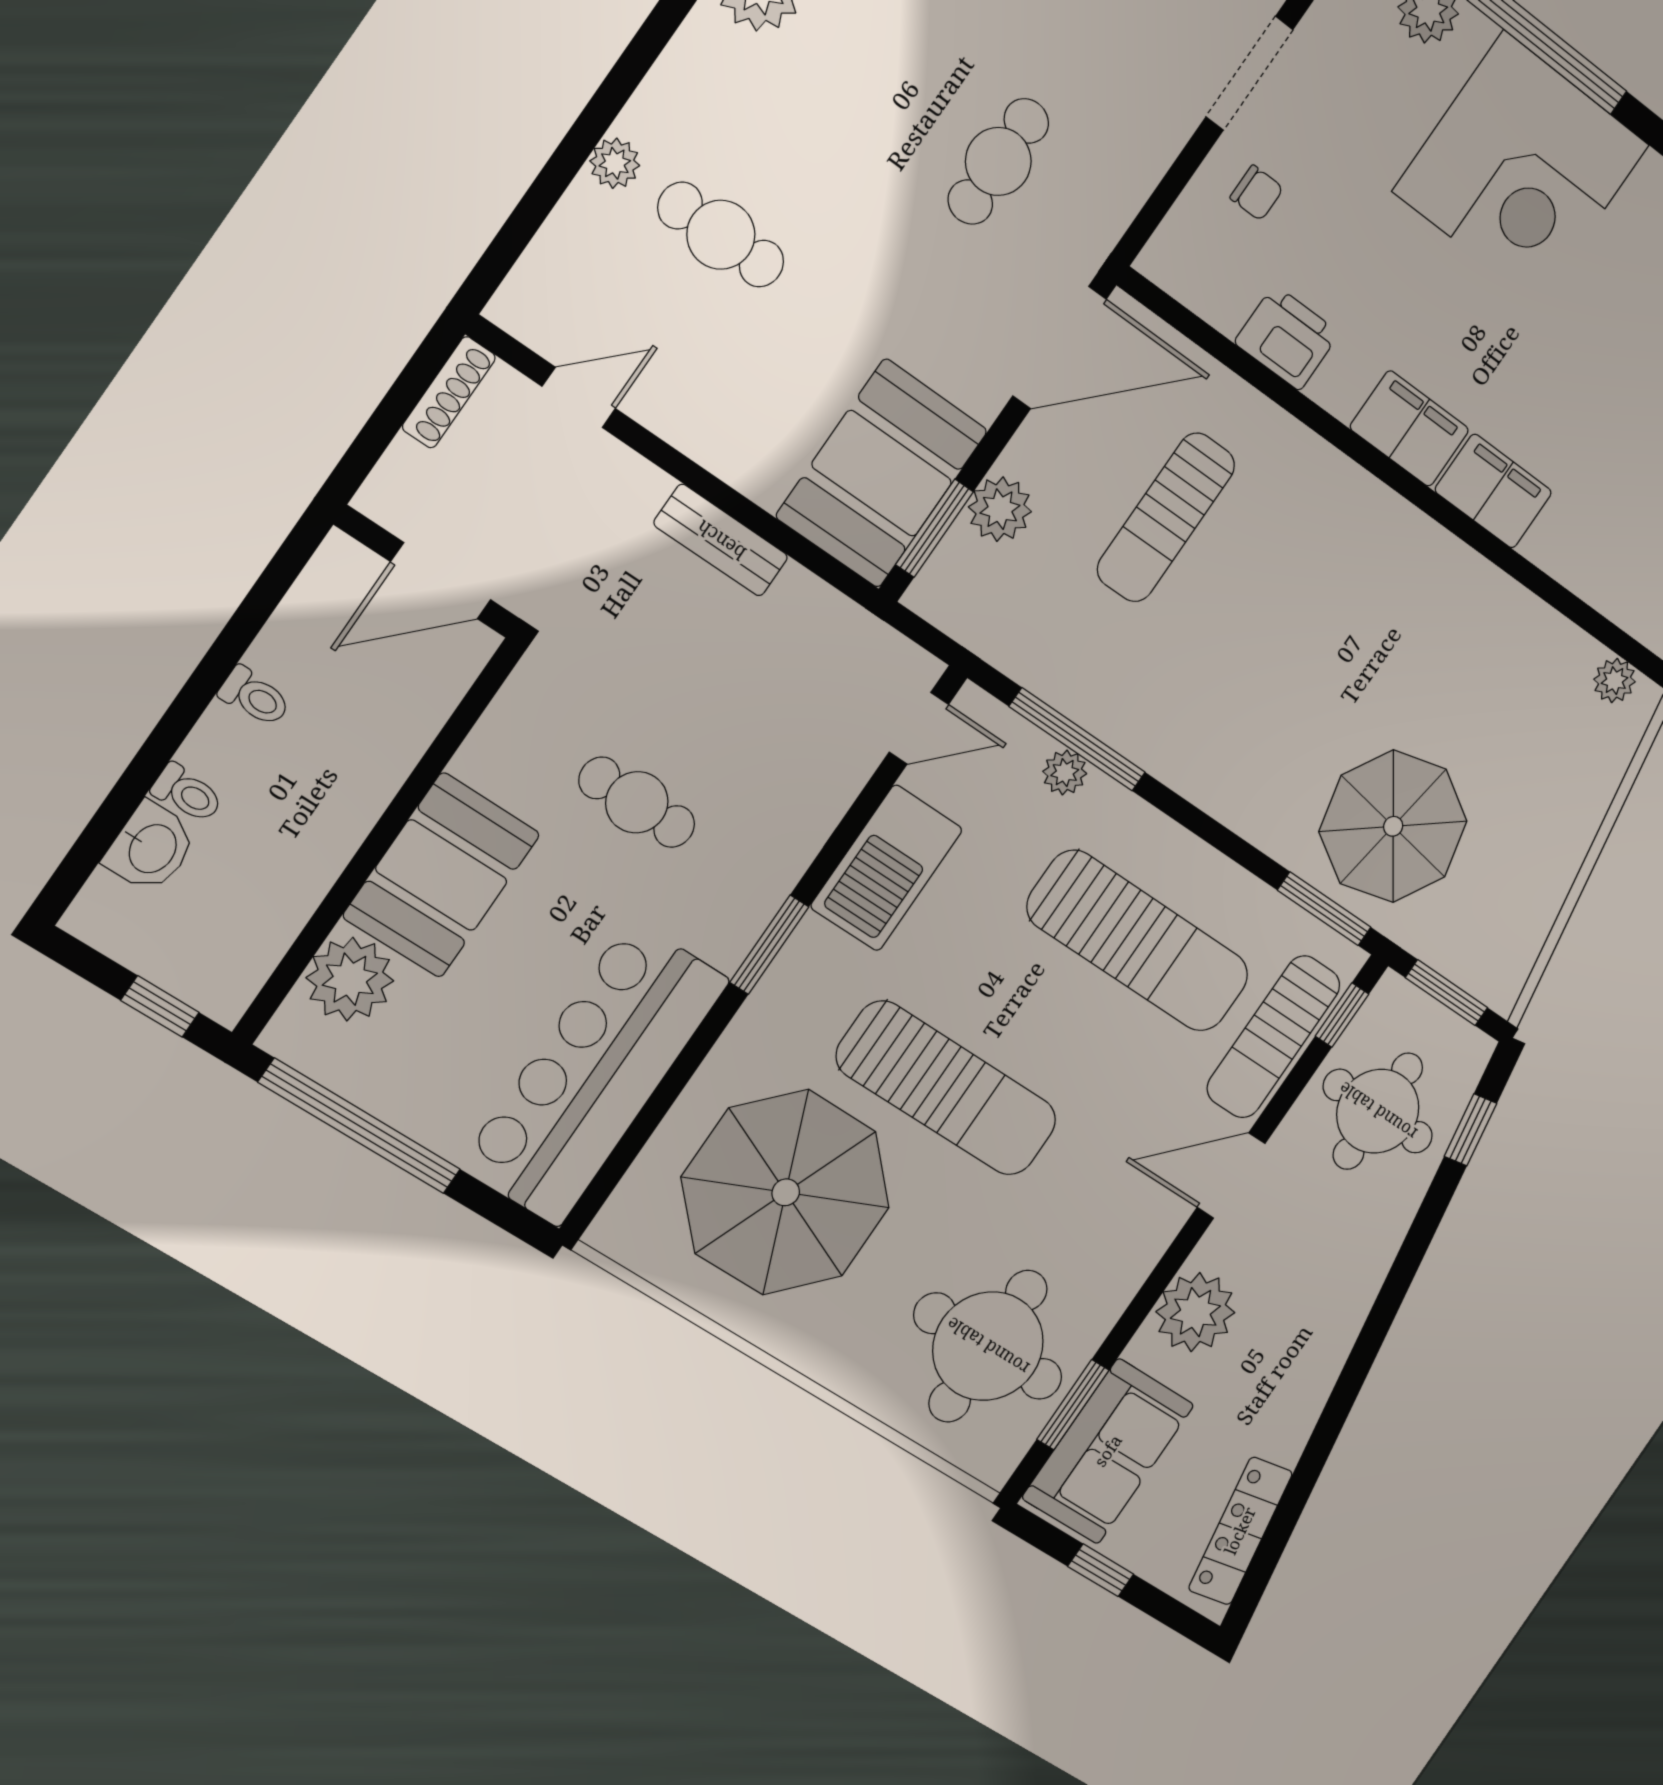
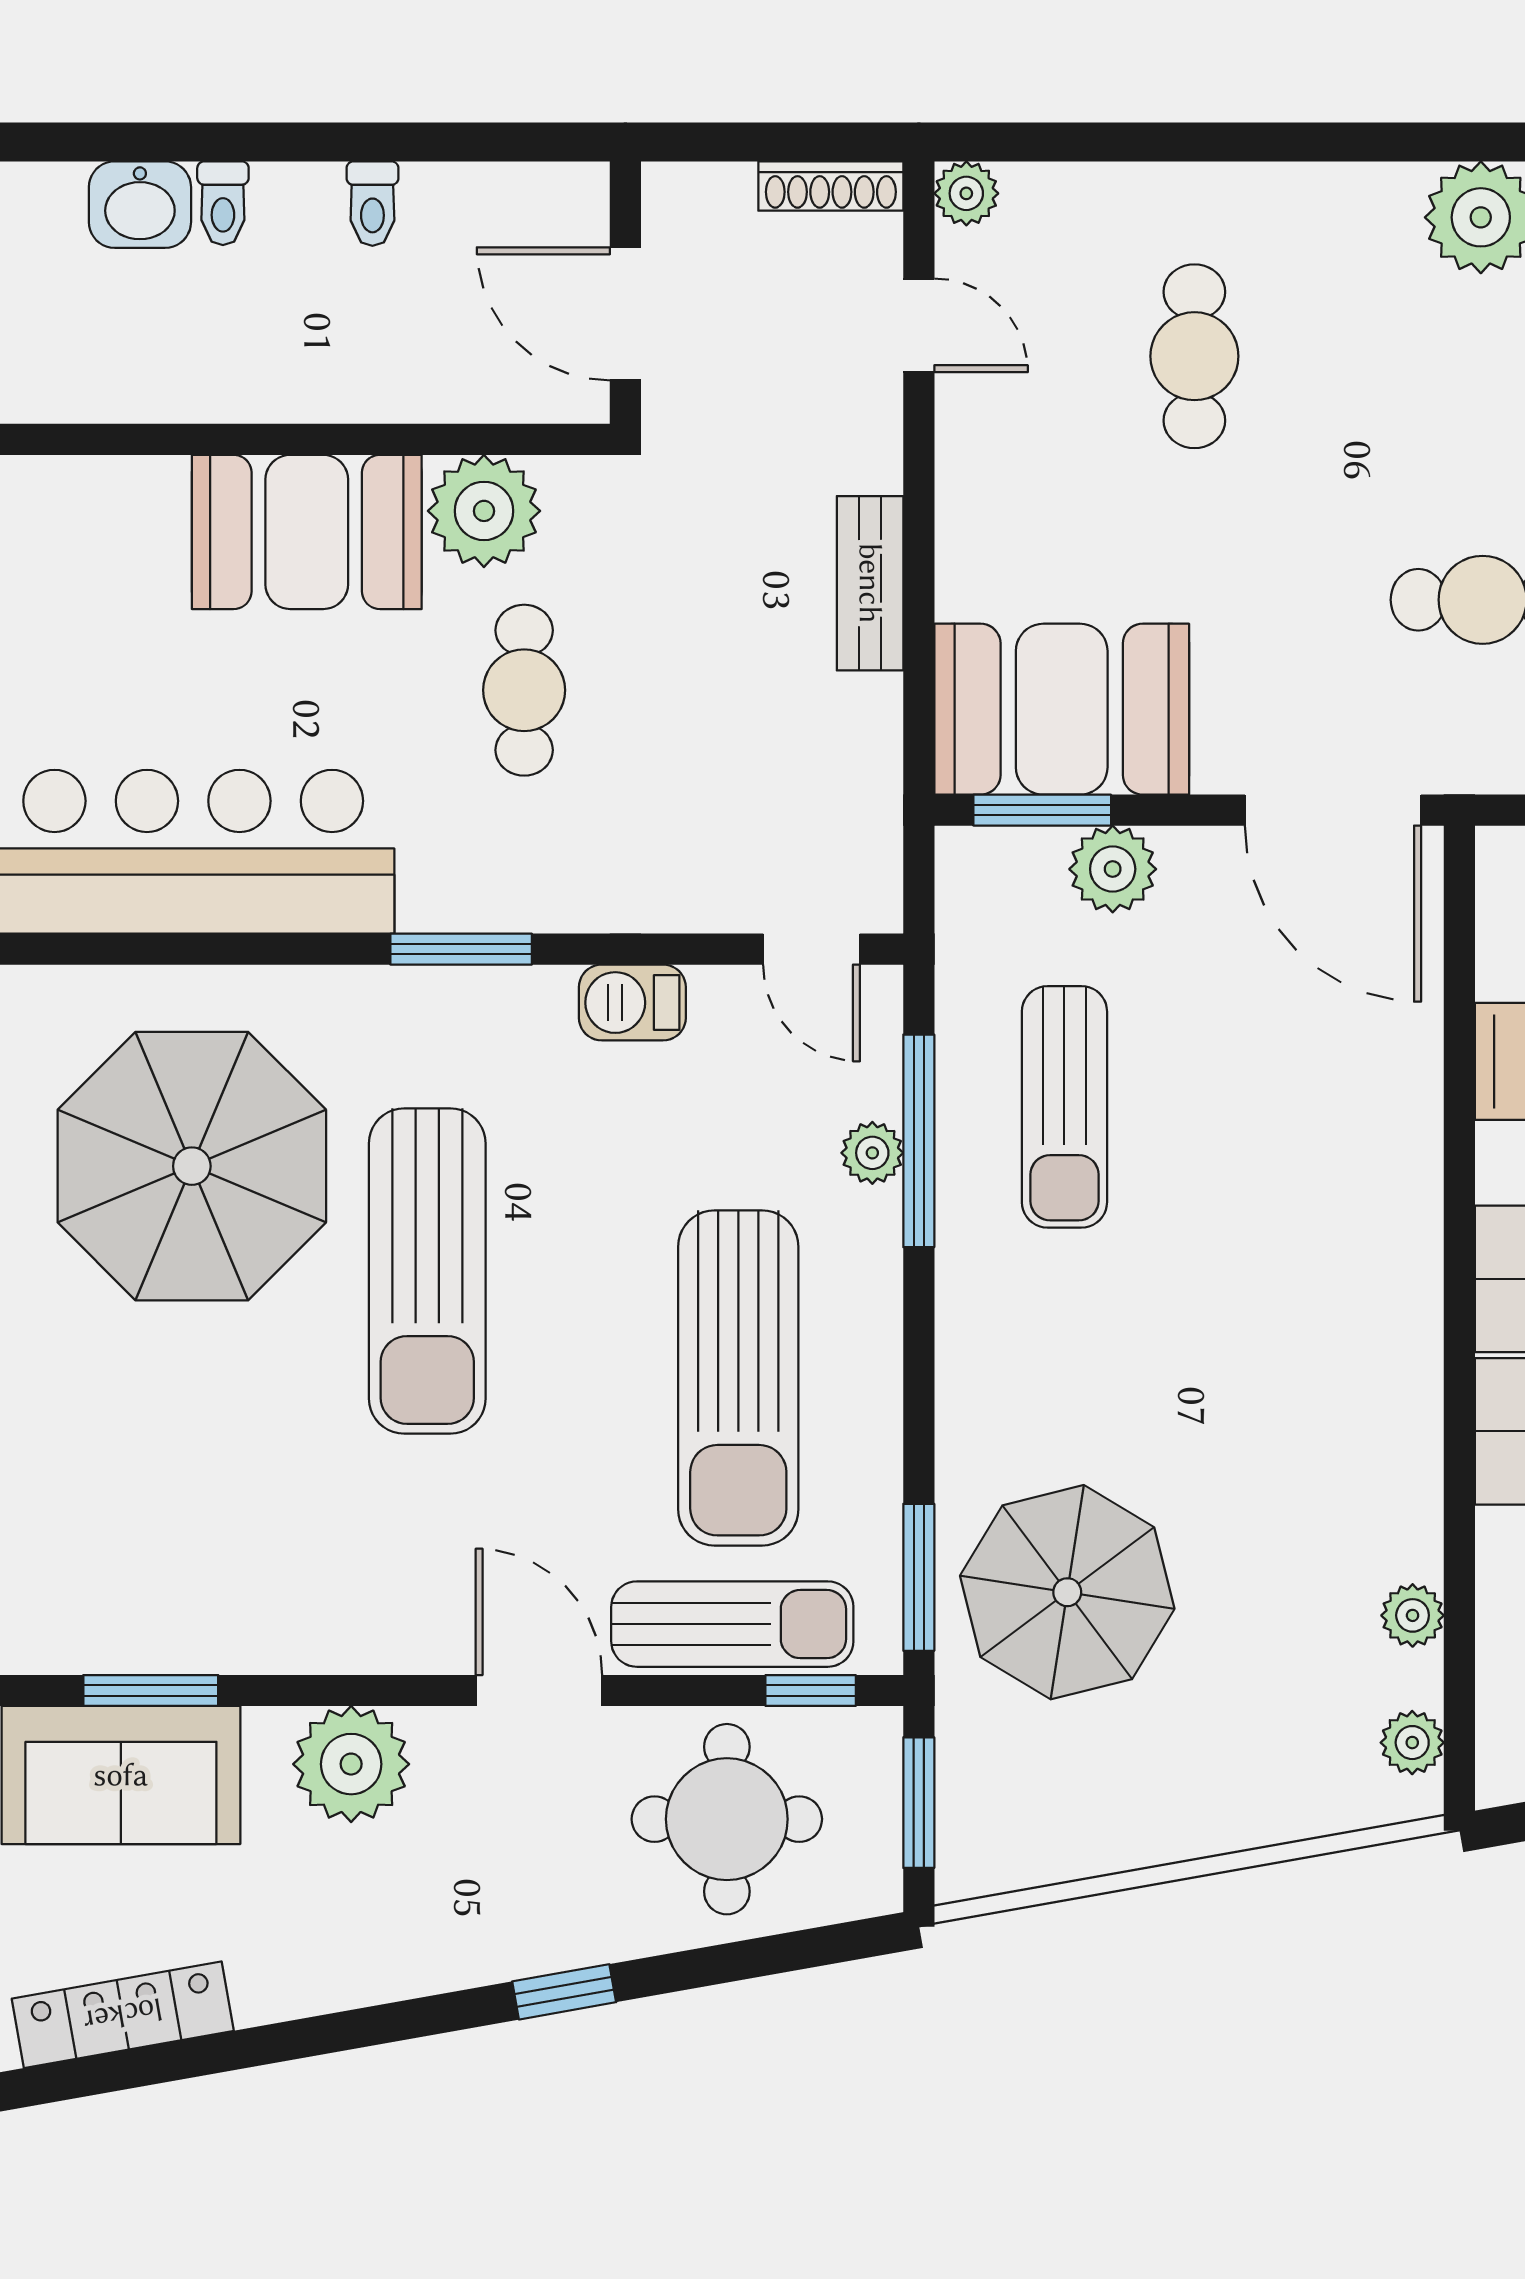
plant: (615, 163) -> (966, 193), moved
sun lounger: (1166, 517) -> (1064, 1107), moved, turned -90
plant: (1547, 631) -> (1413, 1615), added
barbecue: (886, 868) -> (632, 1003), width x0.53, depth x0.65
plant: (350, 979) -> (484, 511), moved
sun lounger: (1274, 1037) -> (732, 1624), turned 180
window: (1470, 1130) -> (564, 1992), moved
round table: (988, 1346) -> (158, 1536), removed

